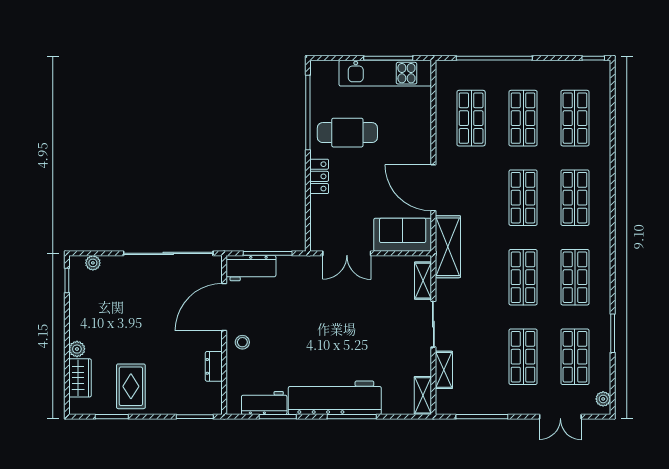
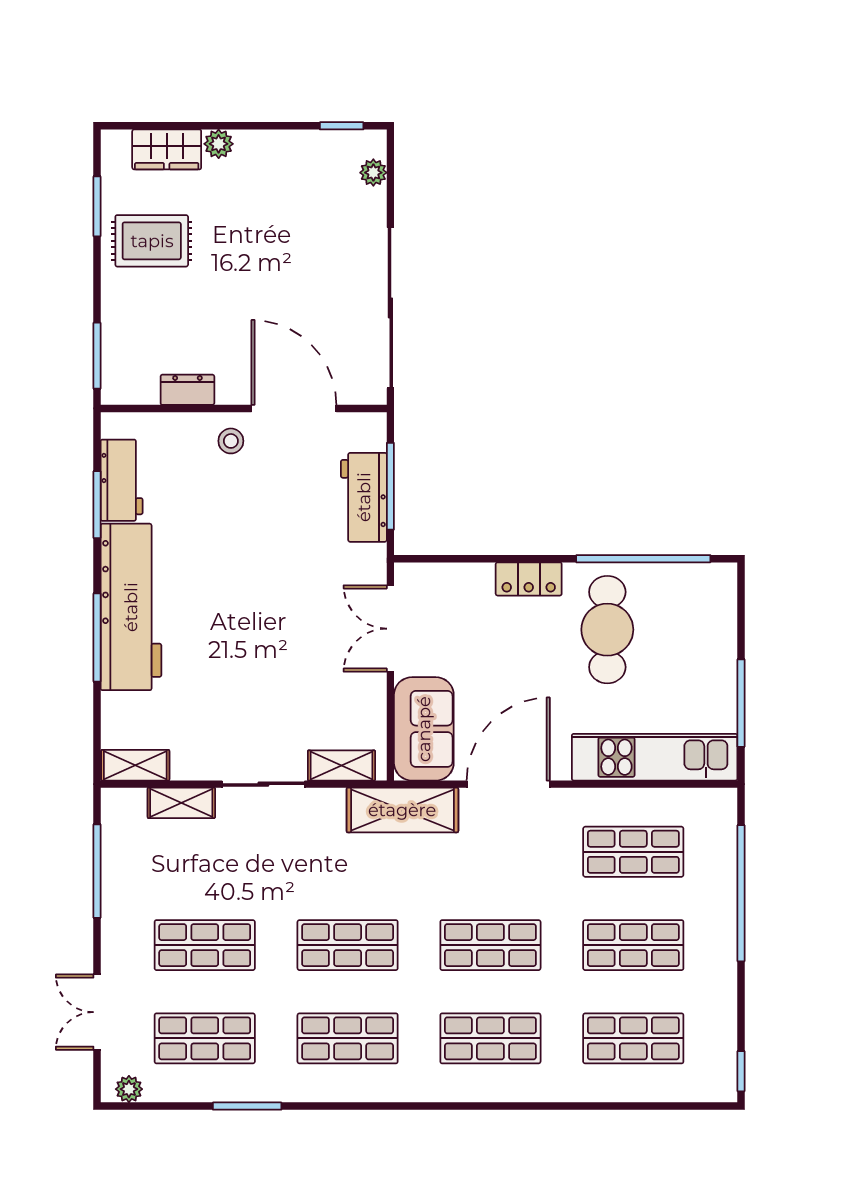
kitchen unit: (385, 73) -> (655, 757), moved, turned 90
workbench: (251, 268) -> (364, 497), moved

